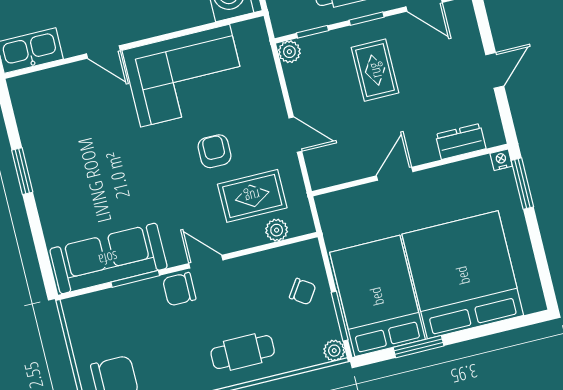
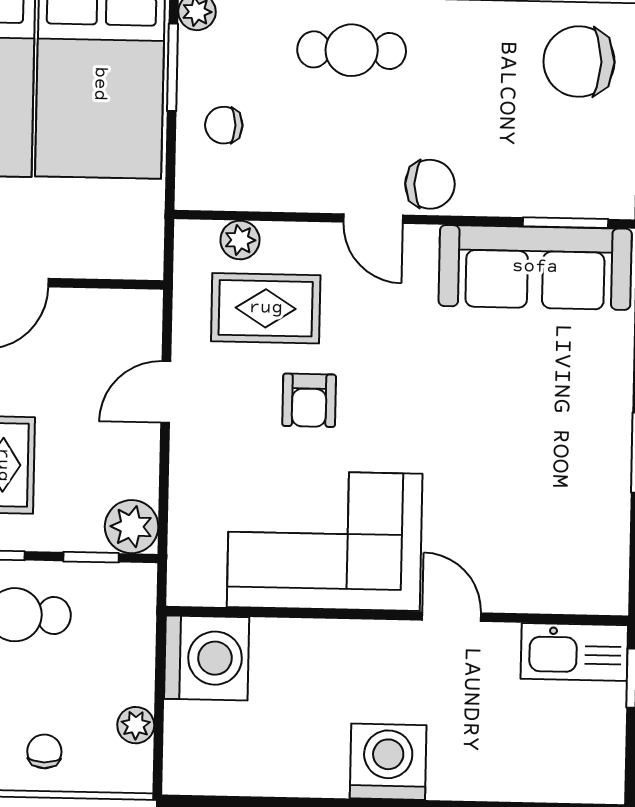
plant: (289, 52) -> (132, 527), width x1.38, depth x1.38
door: (295, 135) -> (166, 392), hinge flipped
window: (135, 279) -> (566, 223), moved
chair: (303, 292) -> (224, 125), turned -34

